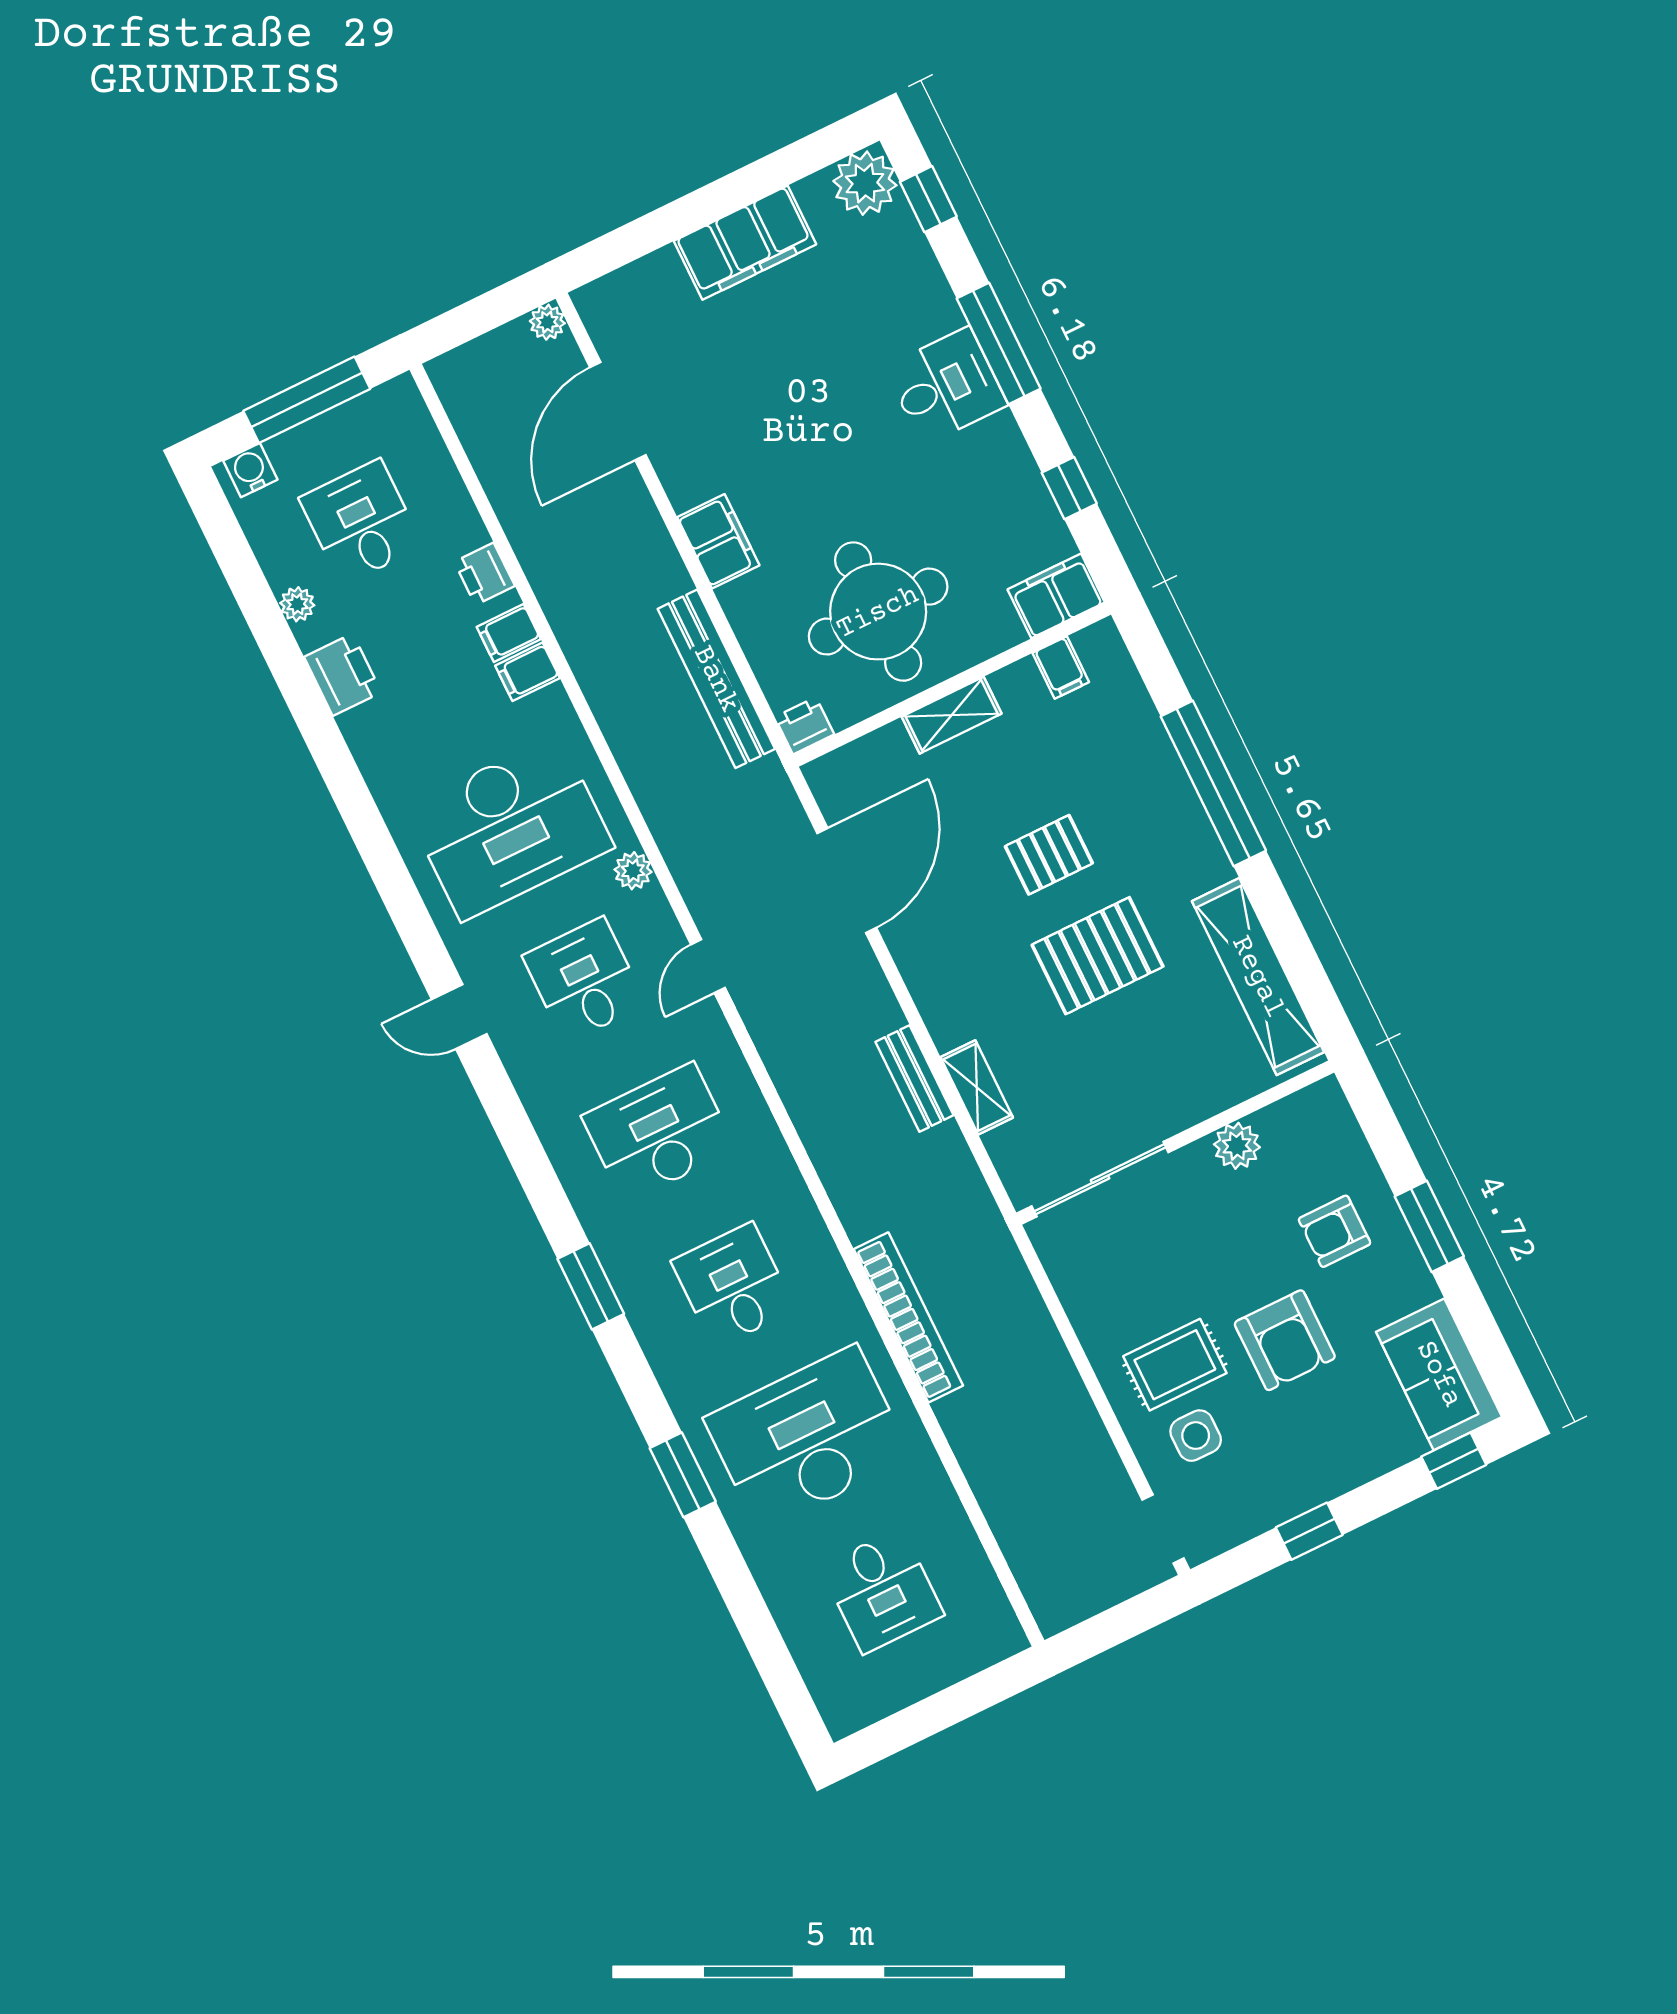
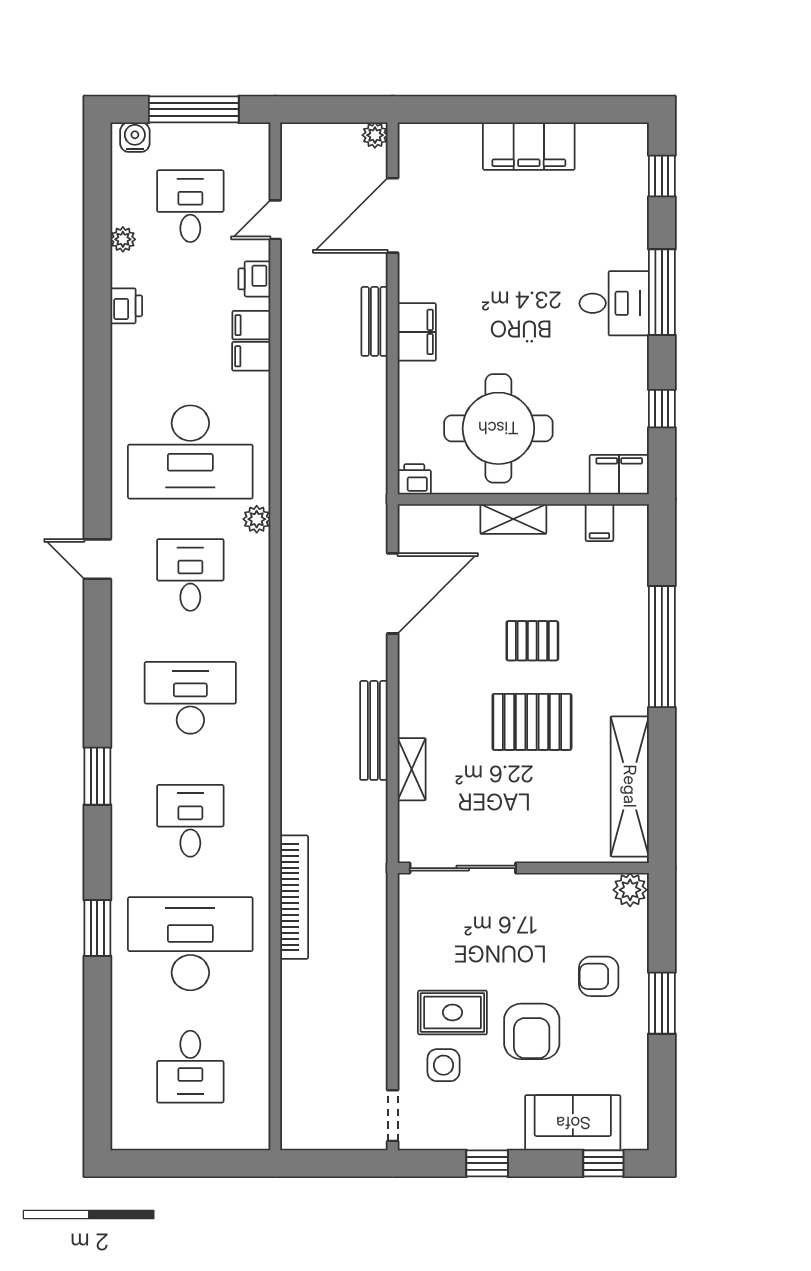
plant: (865, 183) -> (626, 145), removed
printer: (343, 675) -> (126, 306), width x0.73, depth x0.81
bench: (716, 679) -> (375, 321), moved, width x0.54, depth x0.82
door: (708, 966) -> (275, 220), moved
bench: (915, 1079) -> (374, 730), width x1.36
plant: (1237, 1146) -> (630, 890), moved
sofa: (1439, 1374) -> (573, 1123), moved, turned 90

